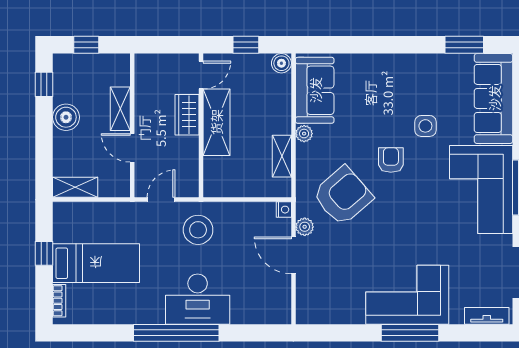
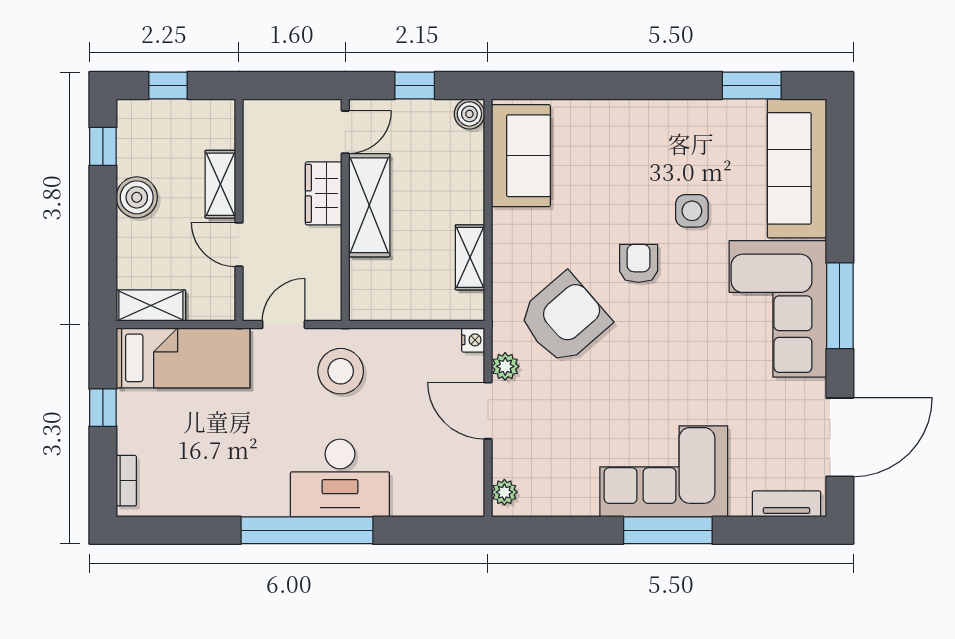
plant: (304, 134) -> (504, 492), moved
bed: (96, 263) -> (183, 358), moved

